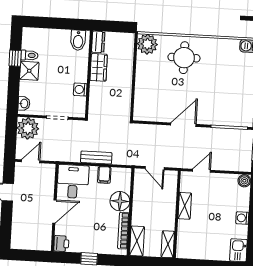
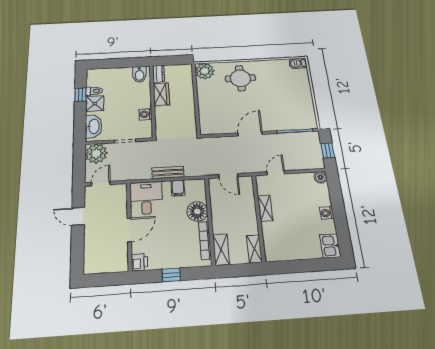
washbasin: (24, 104) -> (94, 126), width x1.91, depth x1.45

